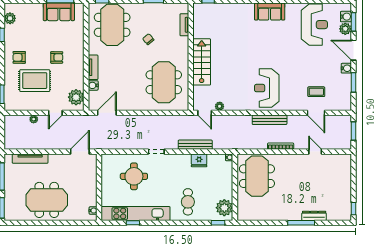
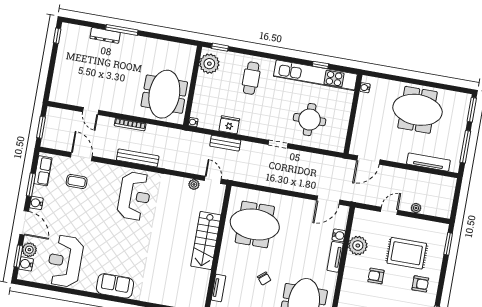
meeting table: (164, 82) -> (255, 224), turned 90
row of seats: (346, 96) -> (43, 171), added
plant: (76, 97) -> (358, 246), moved
bench: (195, 145) -> (225, 143), width x0.73

